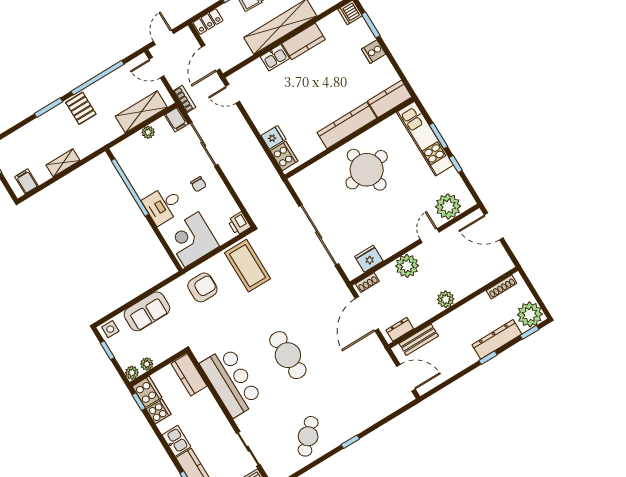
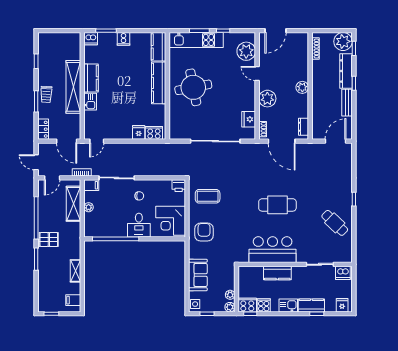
coffee table: (248, 266) -> (208, 196), width x0.73, depth x0.76
bench: (419, 340) -> (347, 103), moved
kitchen counter: (189, 375) -> (277, 273), moved

